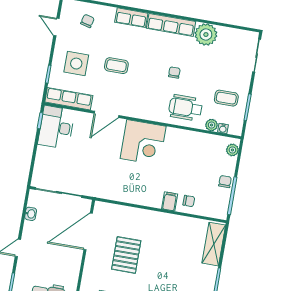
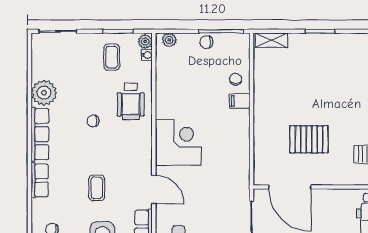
plant: (212, 125) -> (145, 41), moved
shelving: (214, 244) -> (271, 40), width x0.67, depth x0.75

